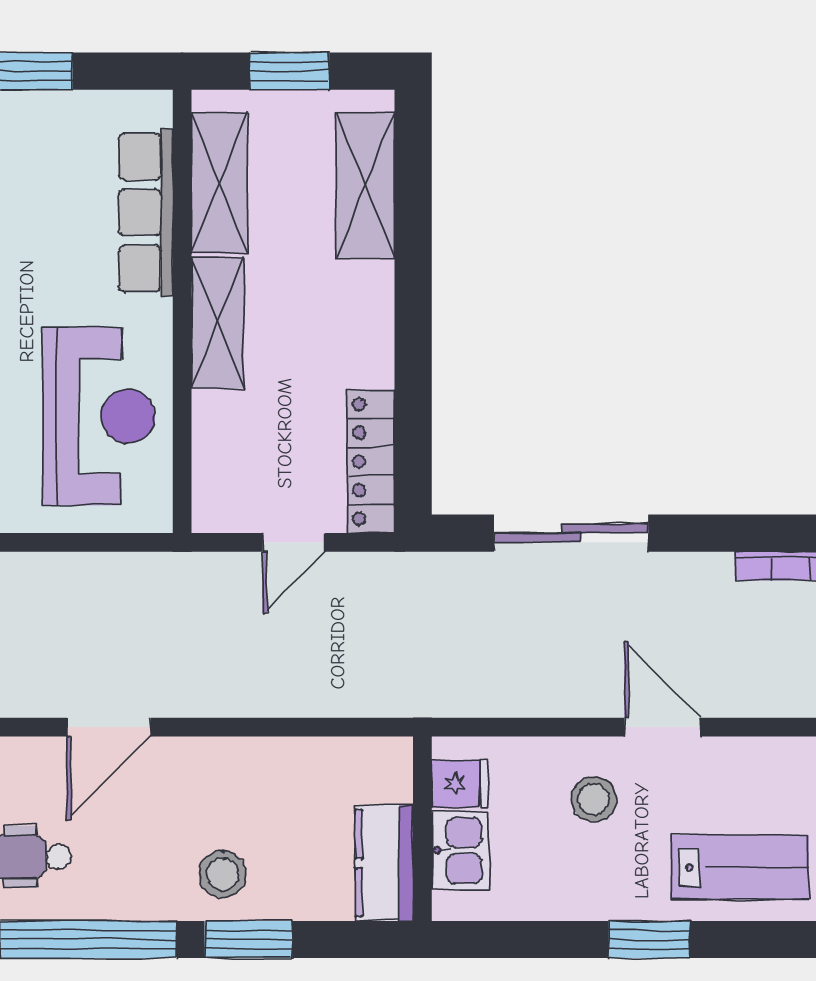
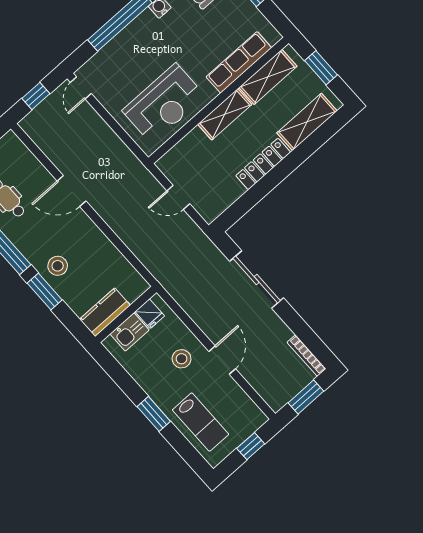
locker: (371, 461) -> (263, 164), moved

